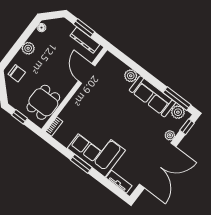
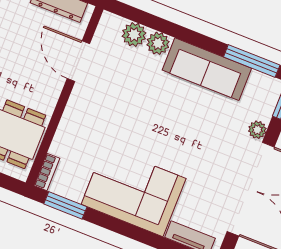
plant: (178, 112) -> (134, 35), moved
window: (81, 164) -> (65, 205), moved

